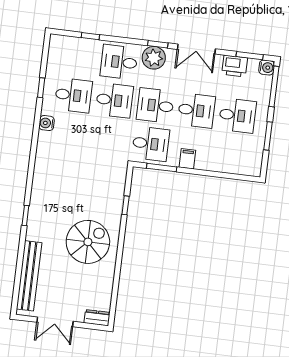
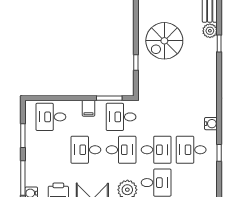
desk: (114, 100) -> (156, 150), turned 180
desk: (237, 115) -> (51, 117), moved
plant: (34, 232) -> (210, 31), added
spiral stairs: (88, 242) -> (164, 41), moved

